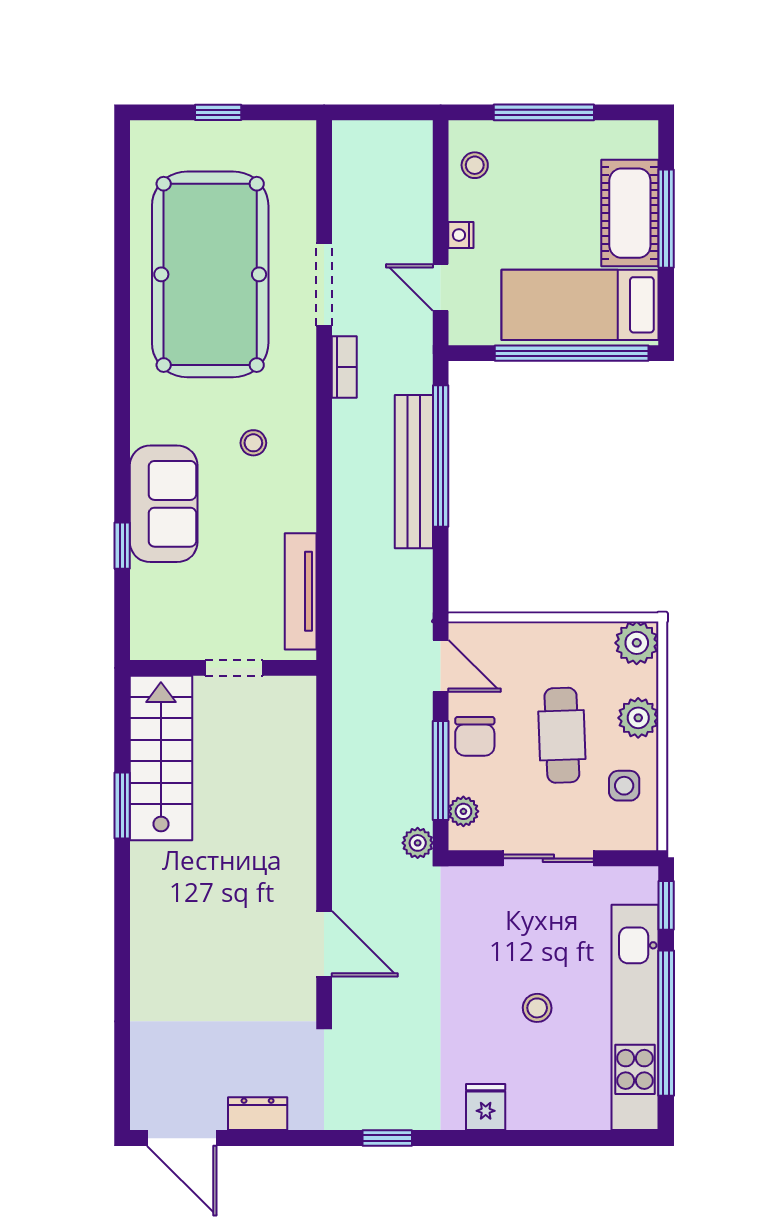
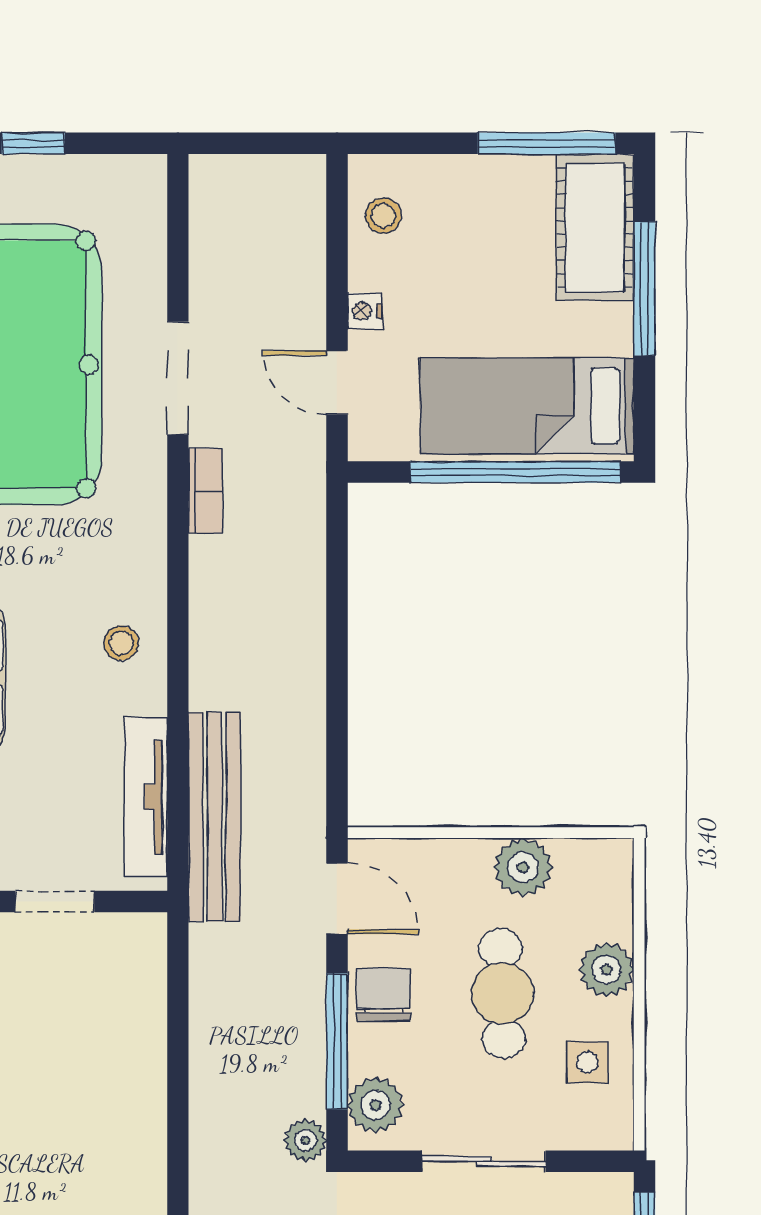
window: (544, 112) -> (546, 143), moved
cot: (630, 213) -> (595, 228), moved
stool: (253, 443) -> (121, 643), moved
window: (441, 456) -> (337, 612), removed
bench: (414, 472) -> (215, 817), moved
plant: (637, 643) -> (523, 867), moved
chair: (475, 736) -> (383, 995), turned 180
plant: (463, 811) -> (376, 1105), width x1.38, depth x1.38

